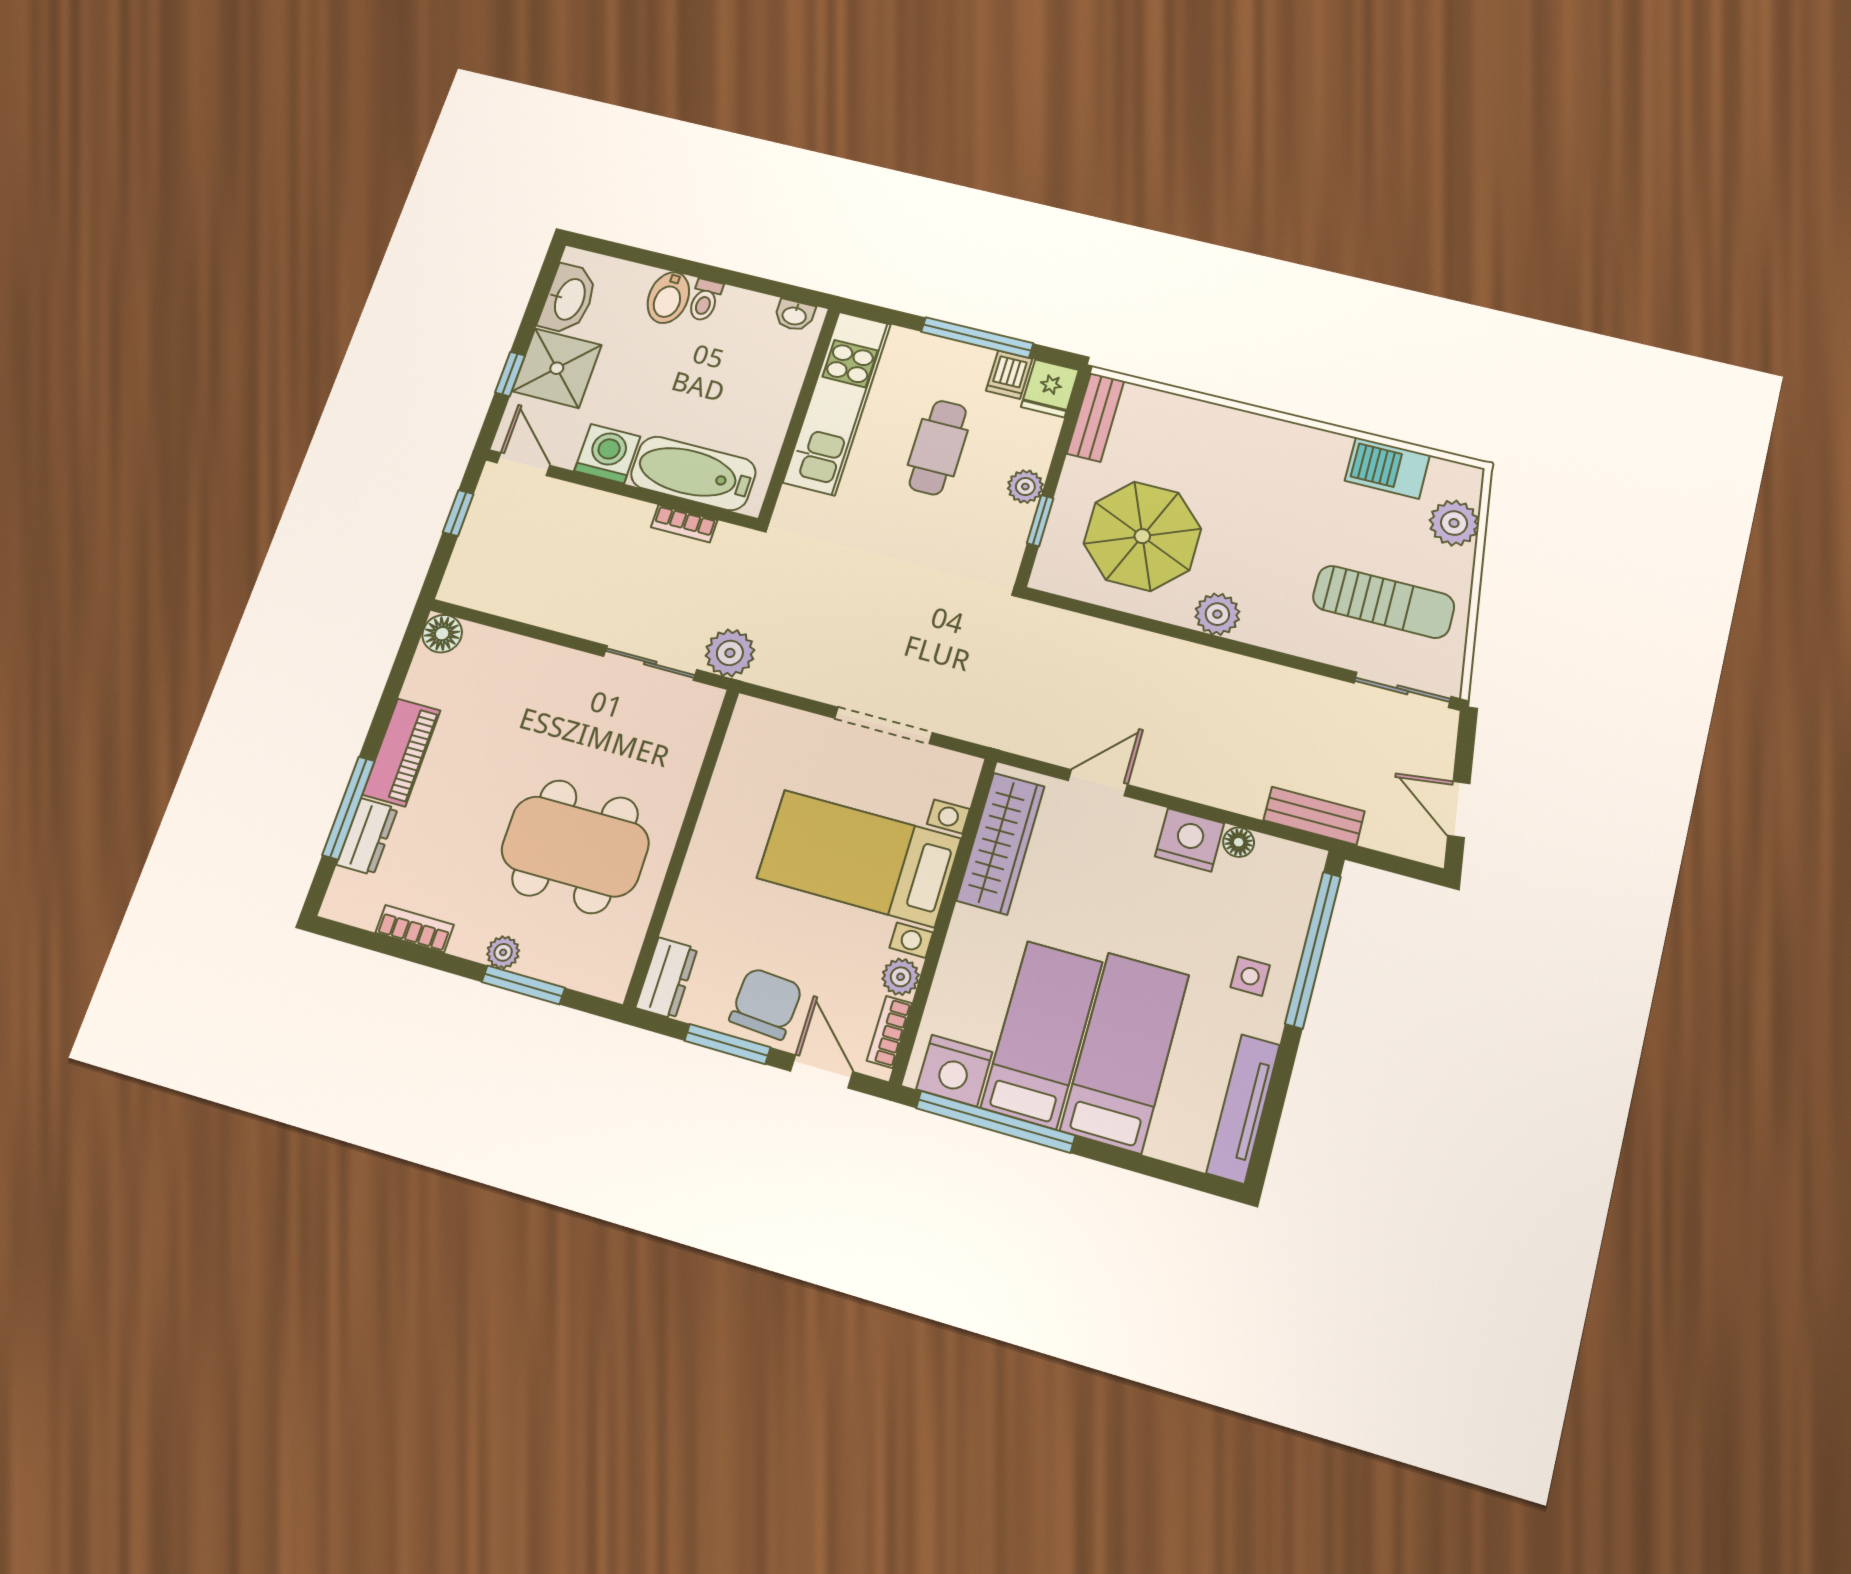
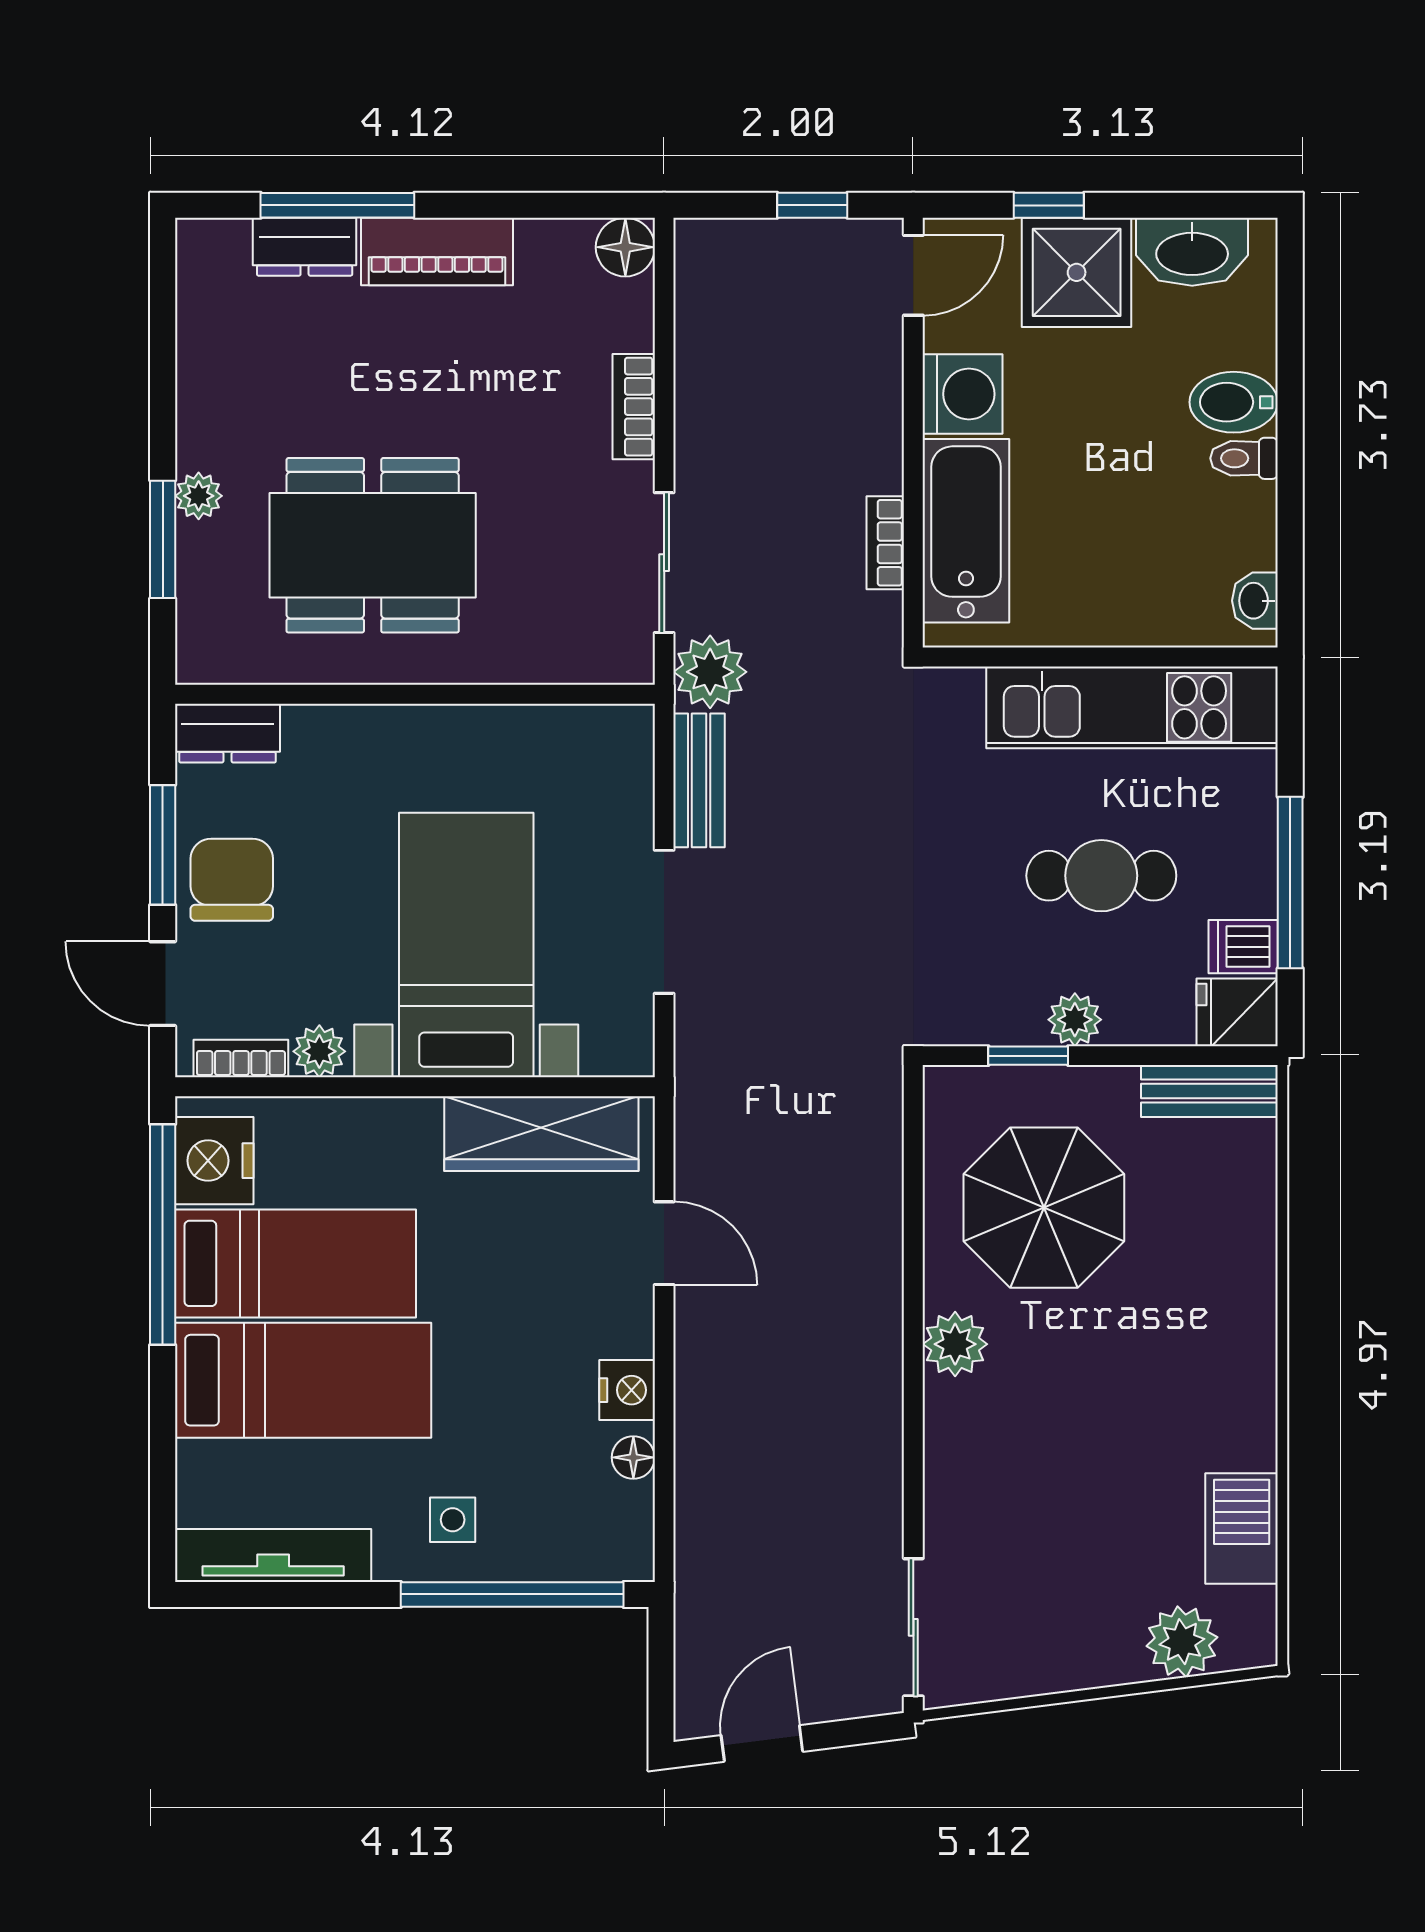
sun lounger: (1383, 602) -> (1036, 1571), removed
bench: (1314, 816) -> (699, 780), moved
nightstand: (1189, 840) -> (627, 1390), width x0.74, depth x0.75
dining table: (575, 846) -> (373, 545), turned 90
bookcase: (415, 929) -> (634, 407), moved, turned 180
chair: (766, 1003) -> (232, 880), turned -94
door: (822, 1071) -> (163, 984), swing flipped

